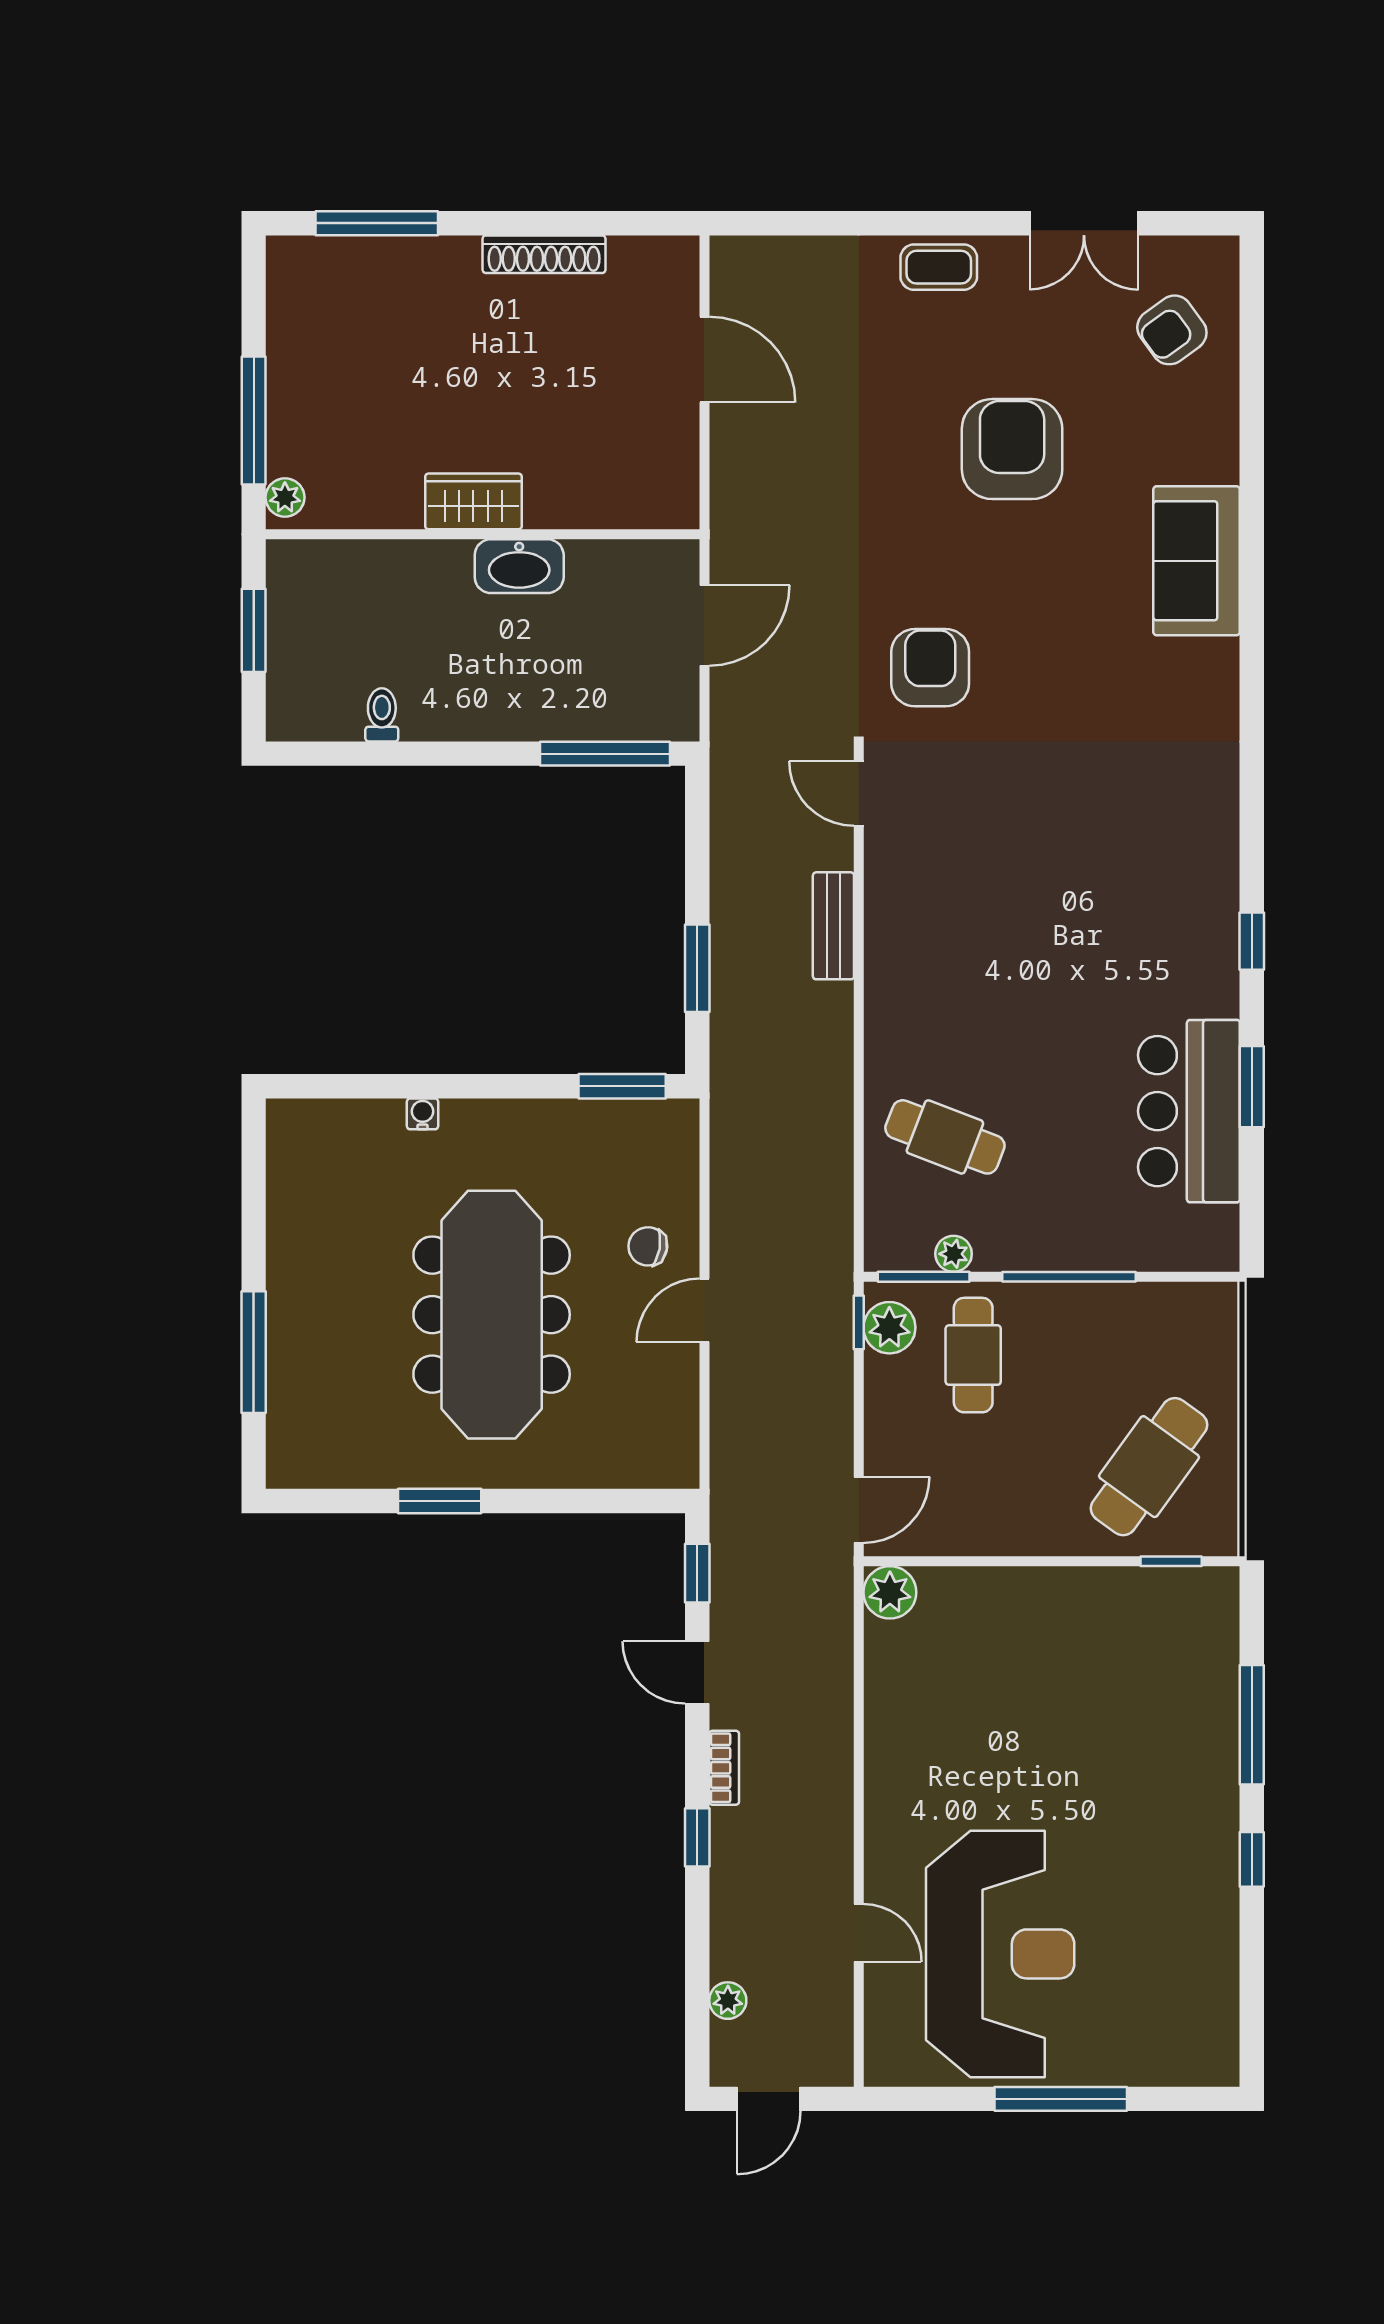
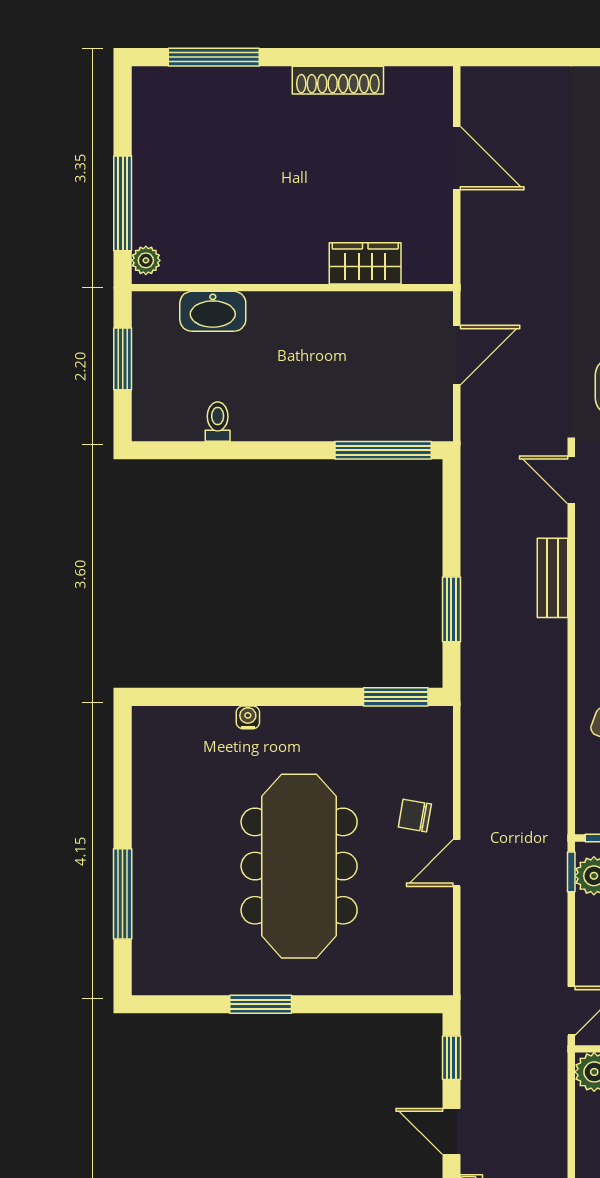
wardrobe: (473, 501) -> (365, 263), moved
washbasin: (519, 566) -> (213, 311), moved

